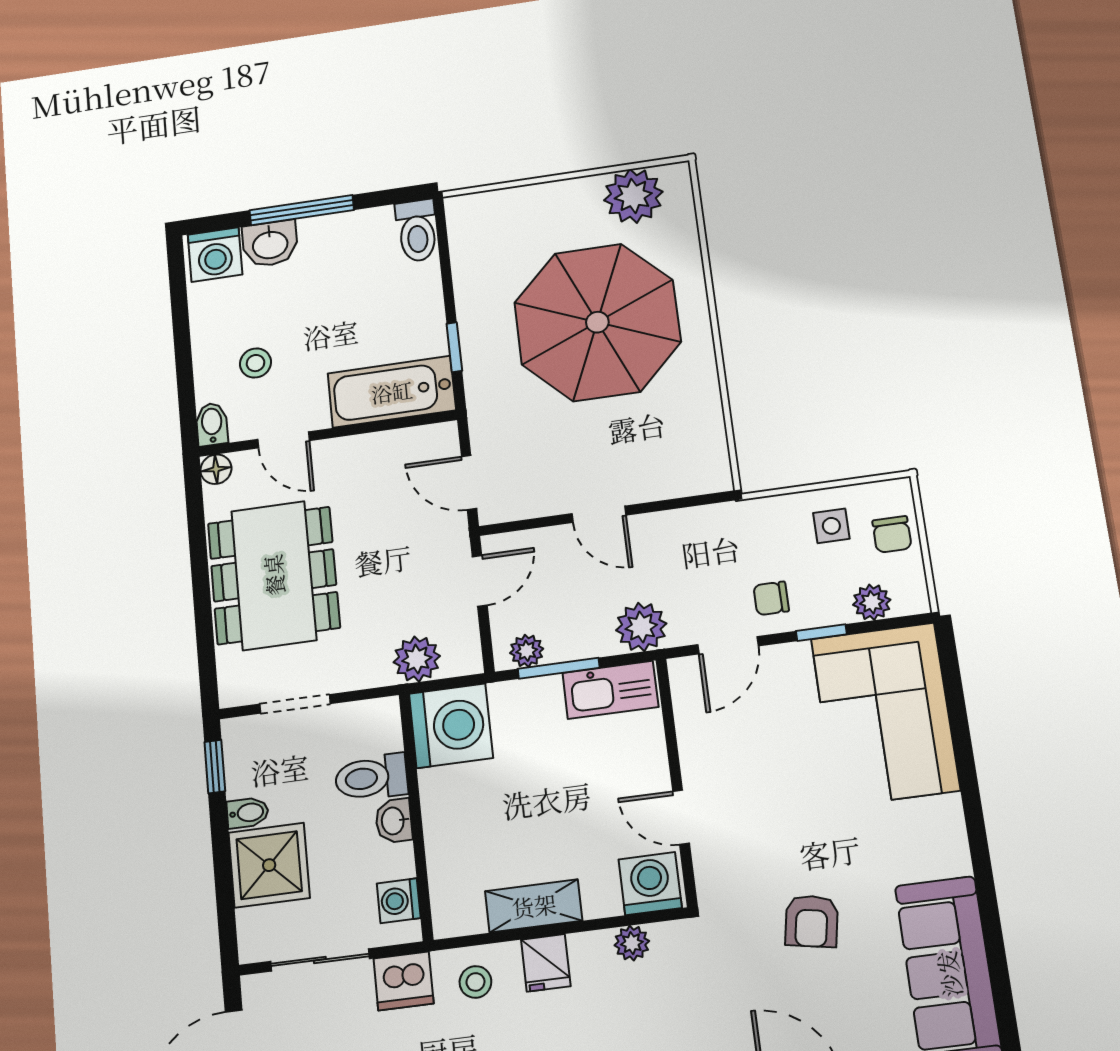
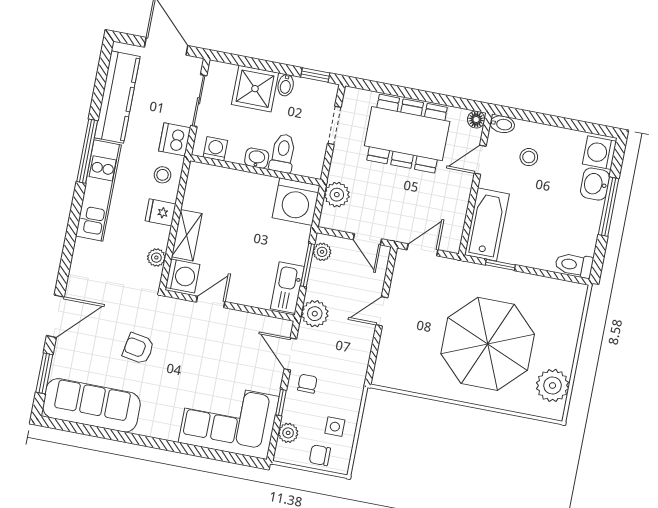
shelving: (534, 906) -> (187, 235), moved

